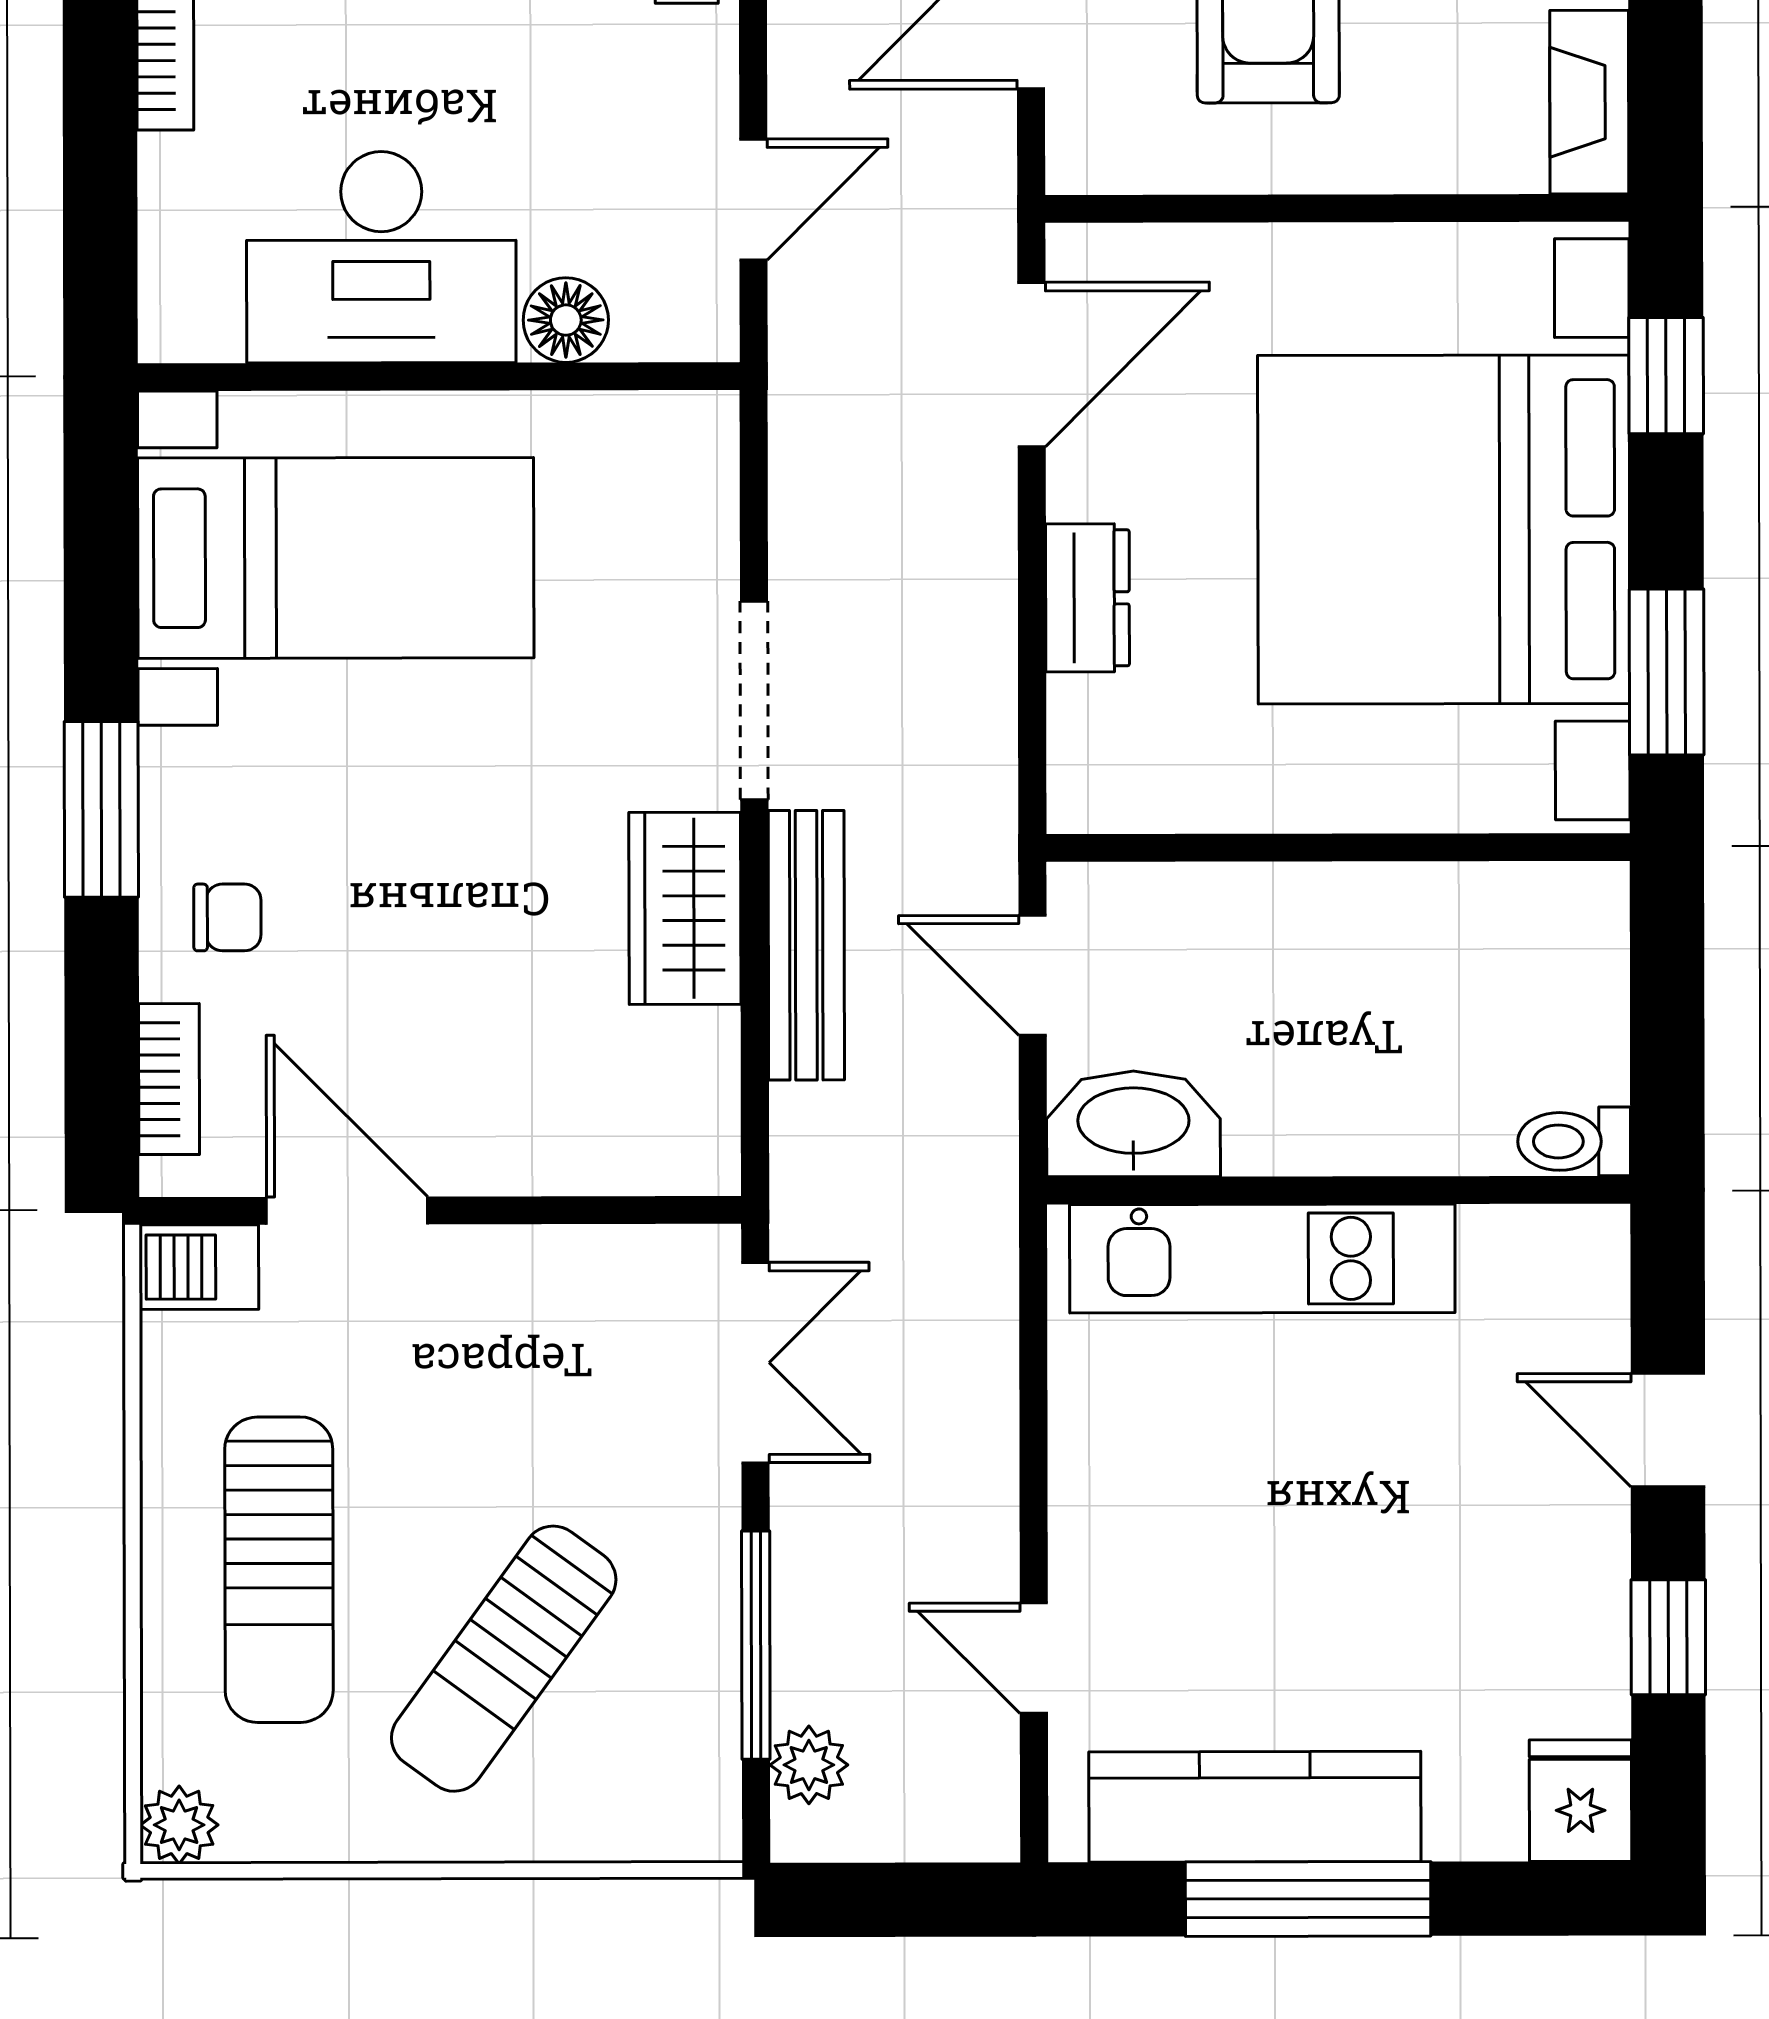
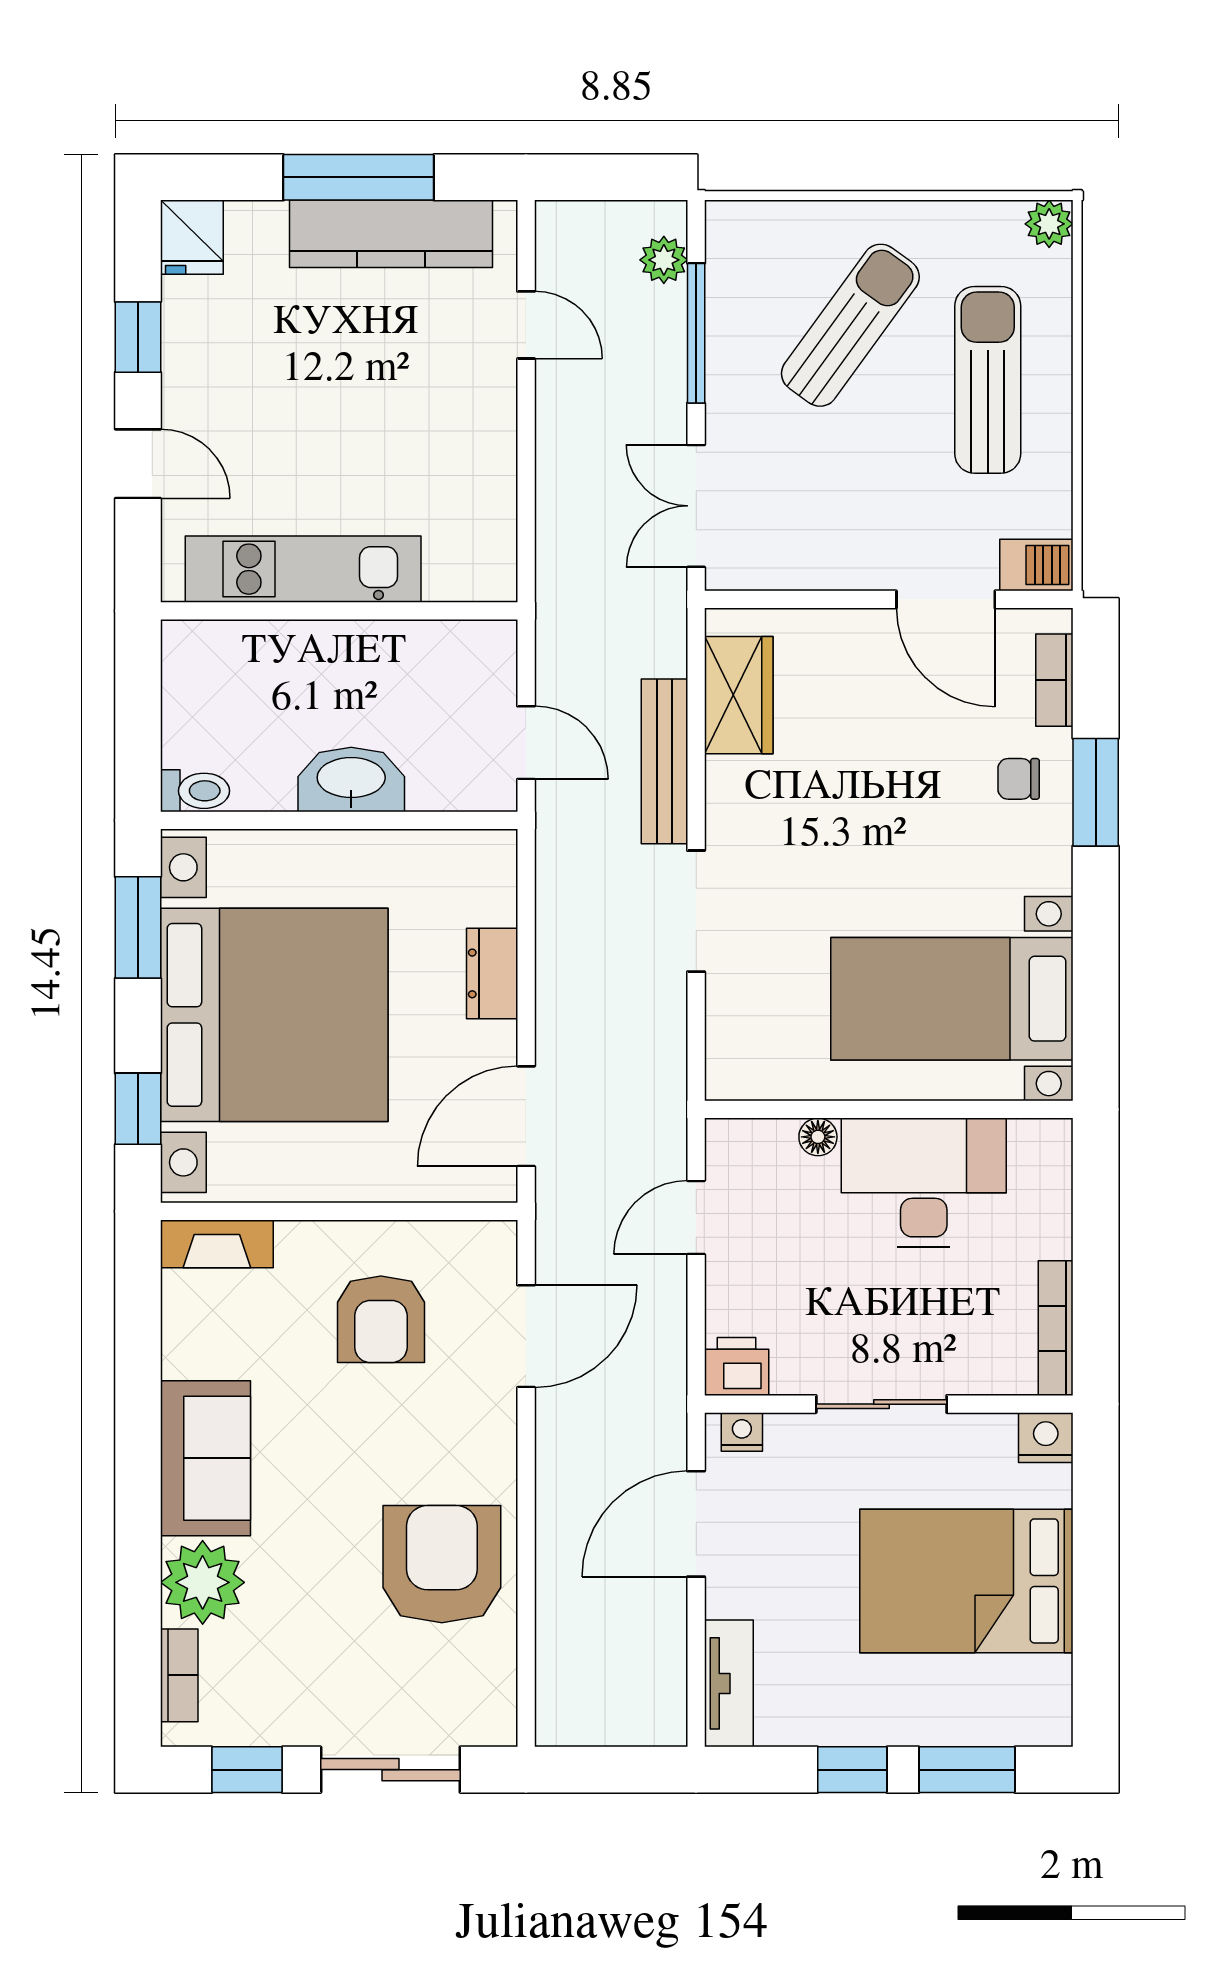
fireplace: (1589, 102) -> (217, 1244), moved, turned 90
floor lamp: (566, 320) -> (818, 1137), width x0.73, depth x0.73
window: (101, 809) -> (1096, 792), moved
wardrobe: (685, 908) -> (739, 695), moved
washbasin: (1133, 1124) -> (351, 780), moved, turned 180
toilet: (1574, 1141) -> (195, 791), moved
kitchen unit: (1262, 1259) -> (303, 569), moved

